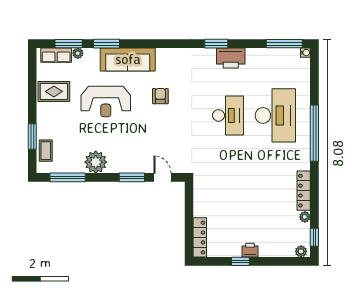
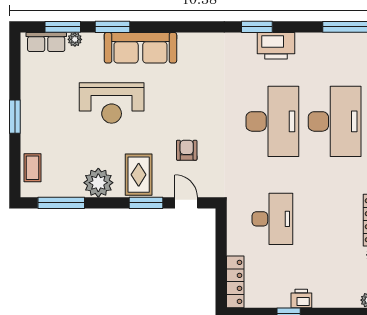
rug: (54, 91) -> (139, 175), moved, turned 90
armchair: (160, 96) -> (187, 150), moved
desk: (228, 115) -> (272, 121), width x1.36, depth x1.30
window: (32, 136) -> (15, 117), moved
desk: (228, 190) -> (272, 219), added

